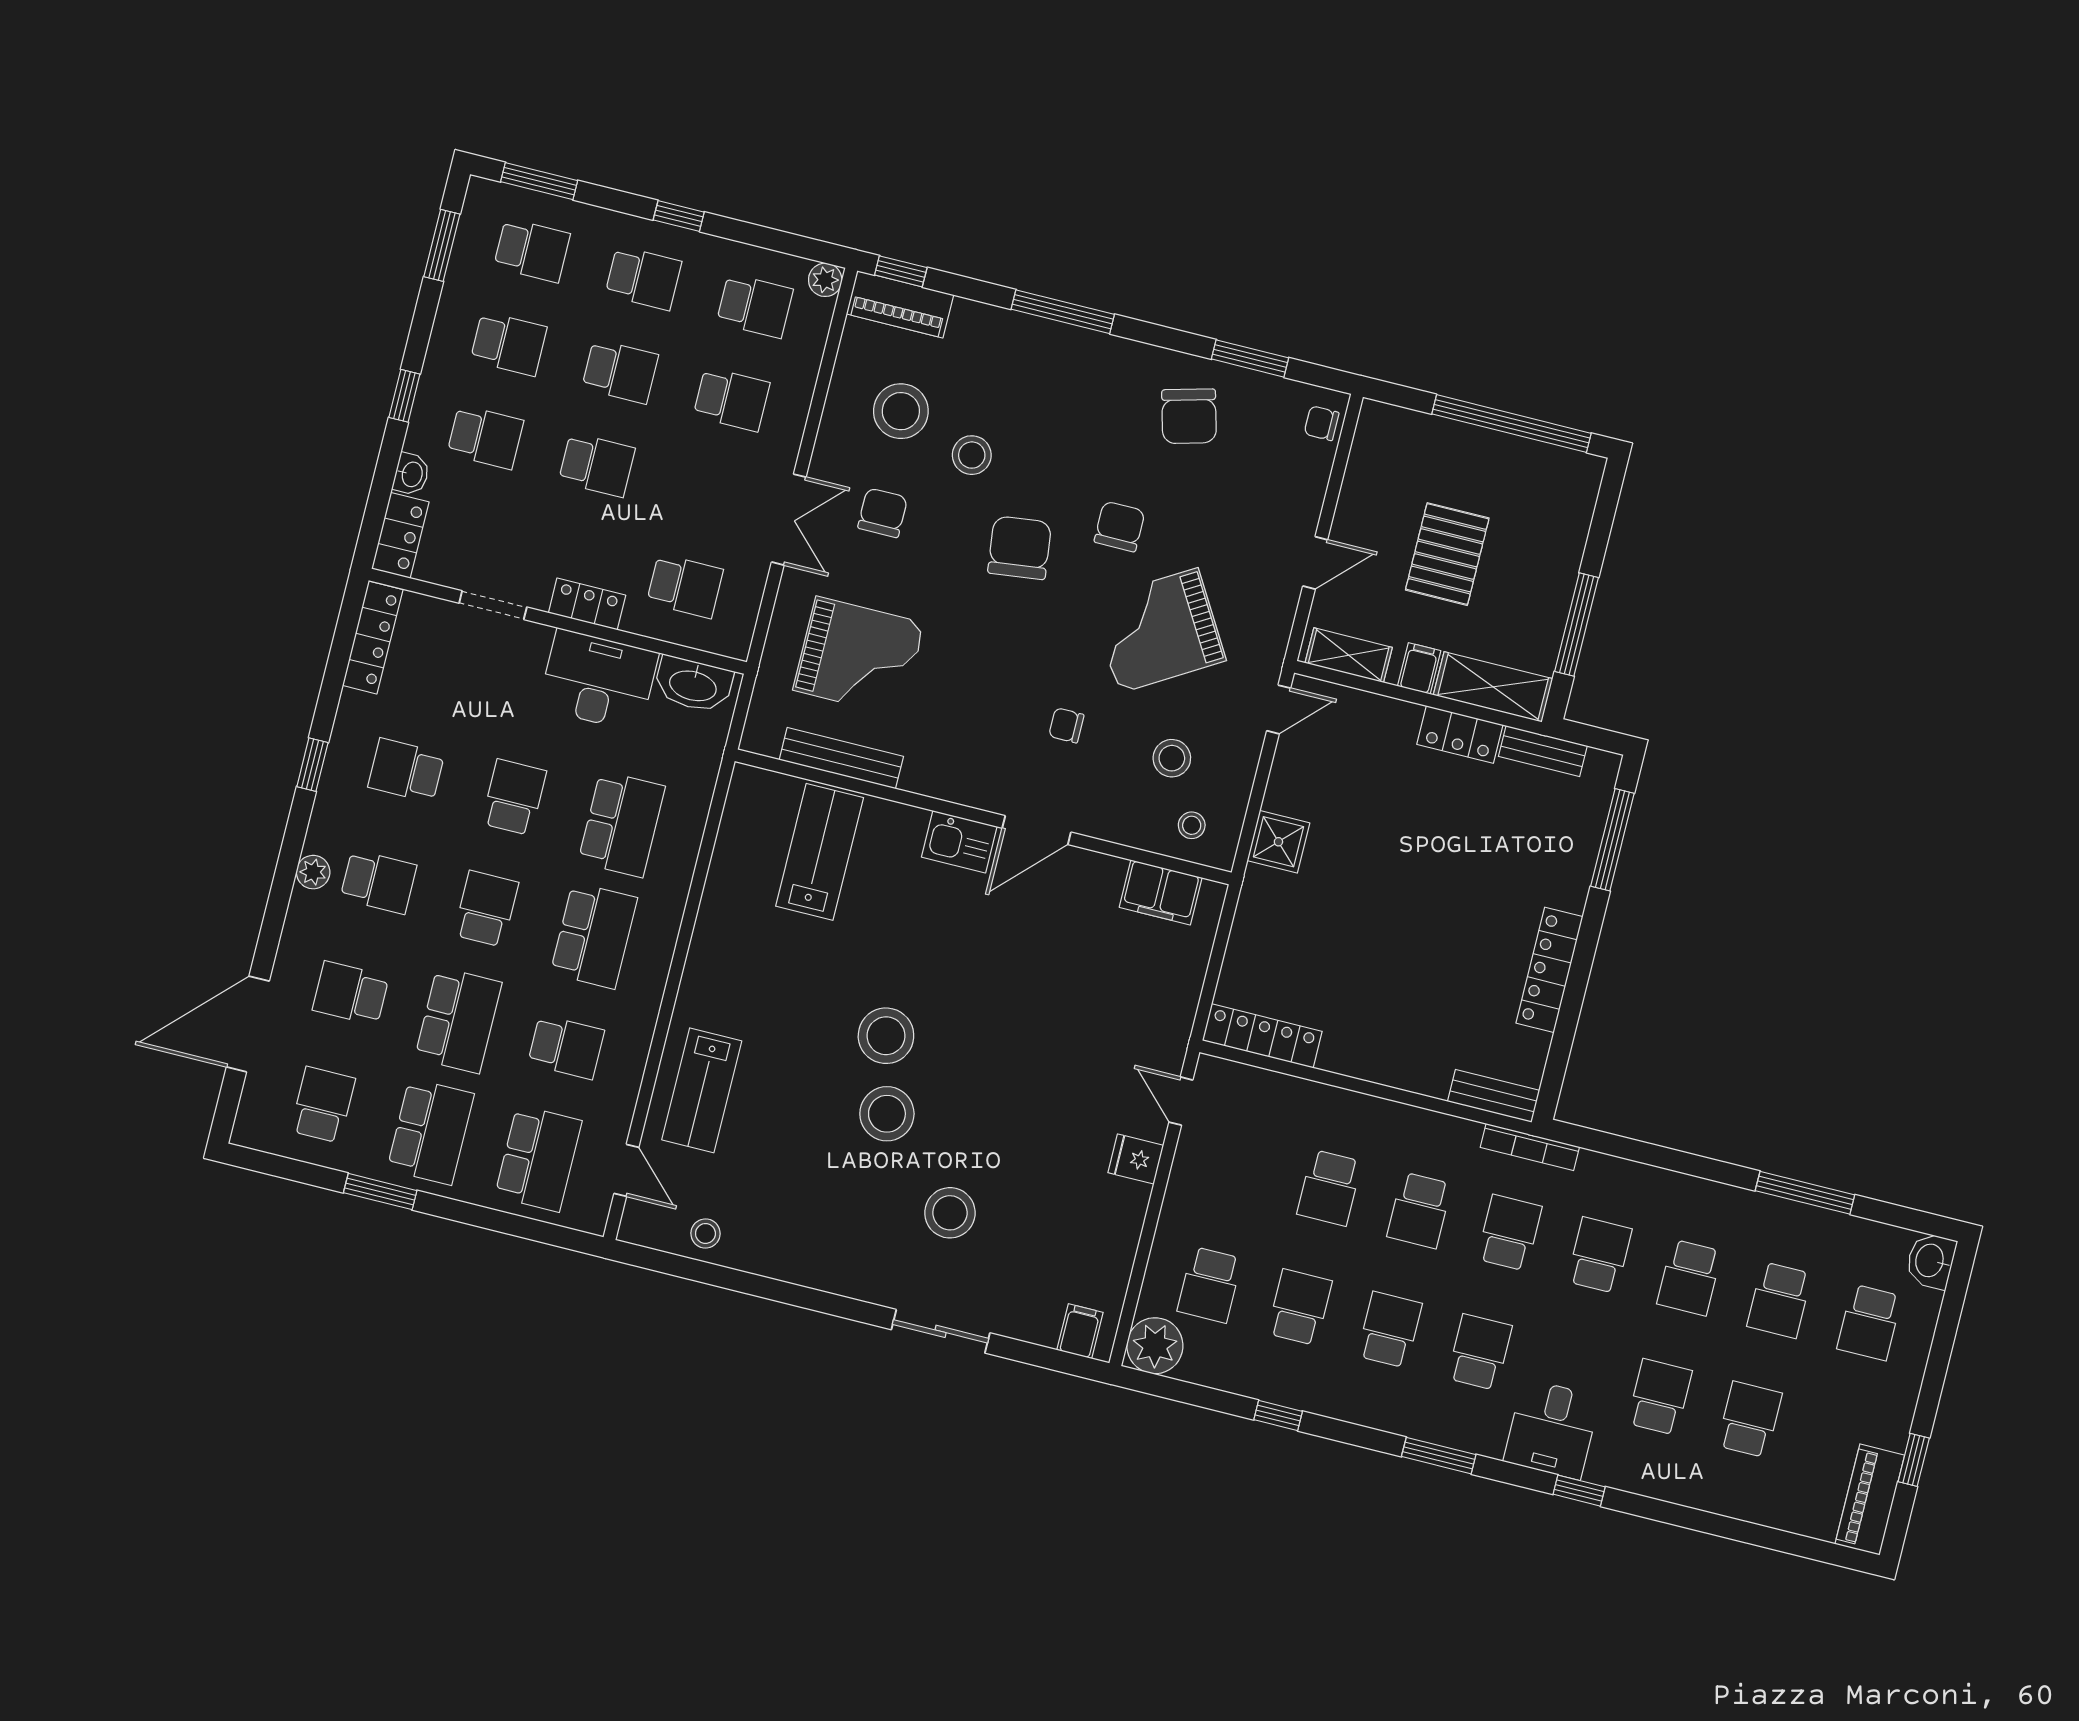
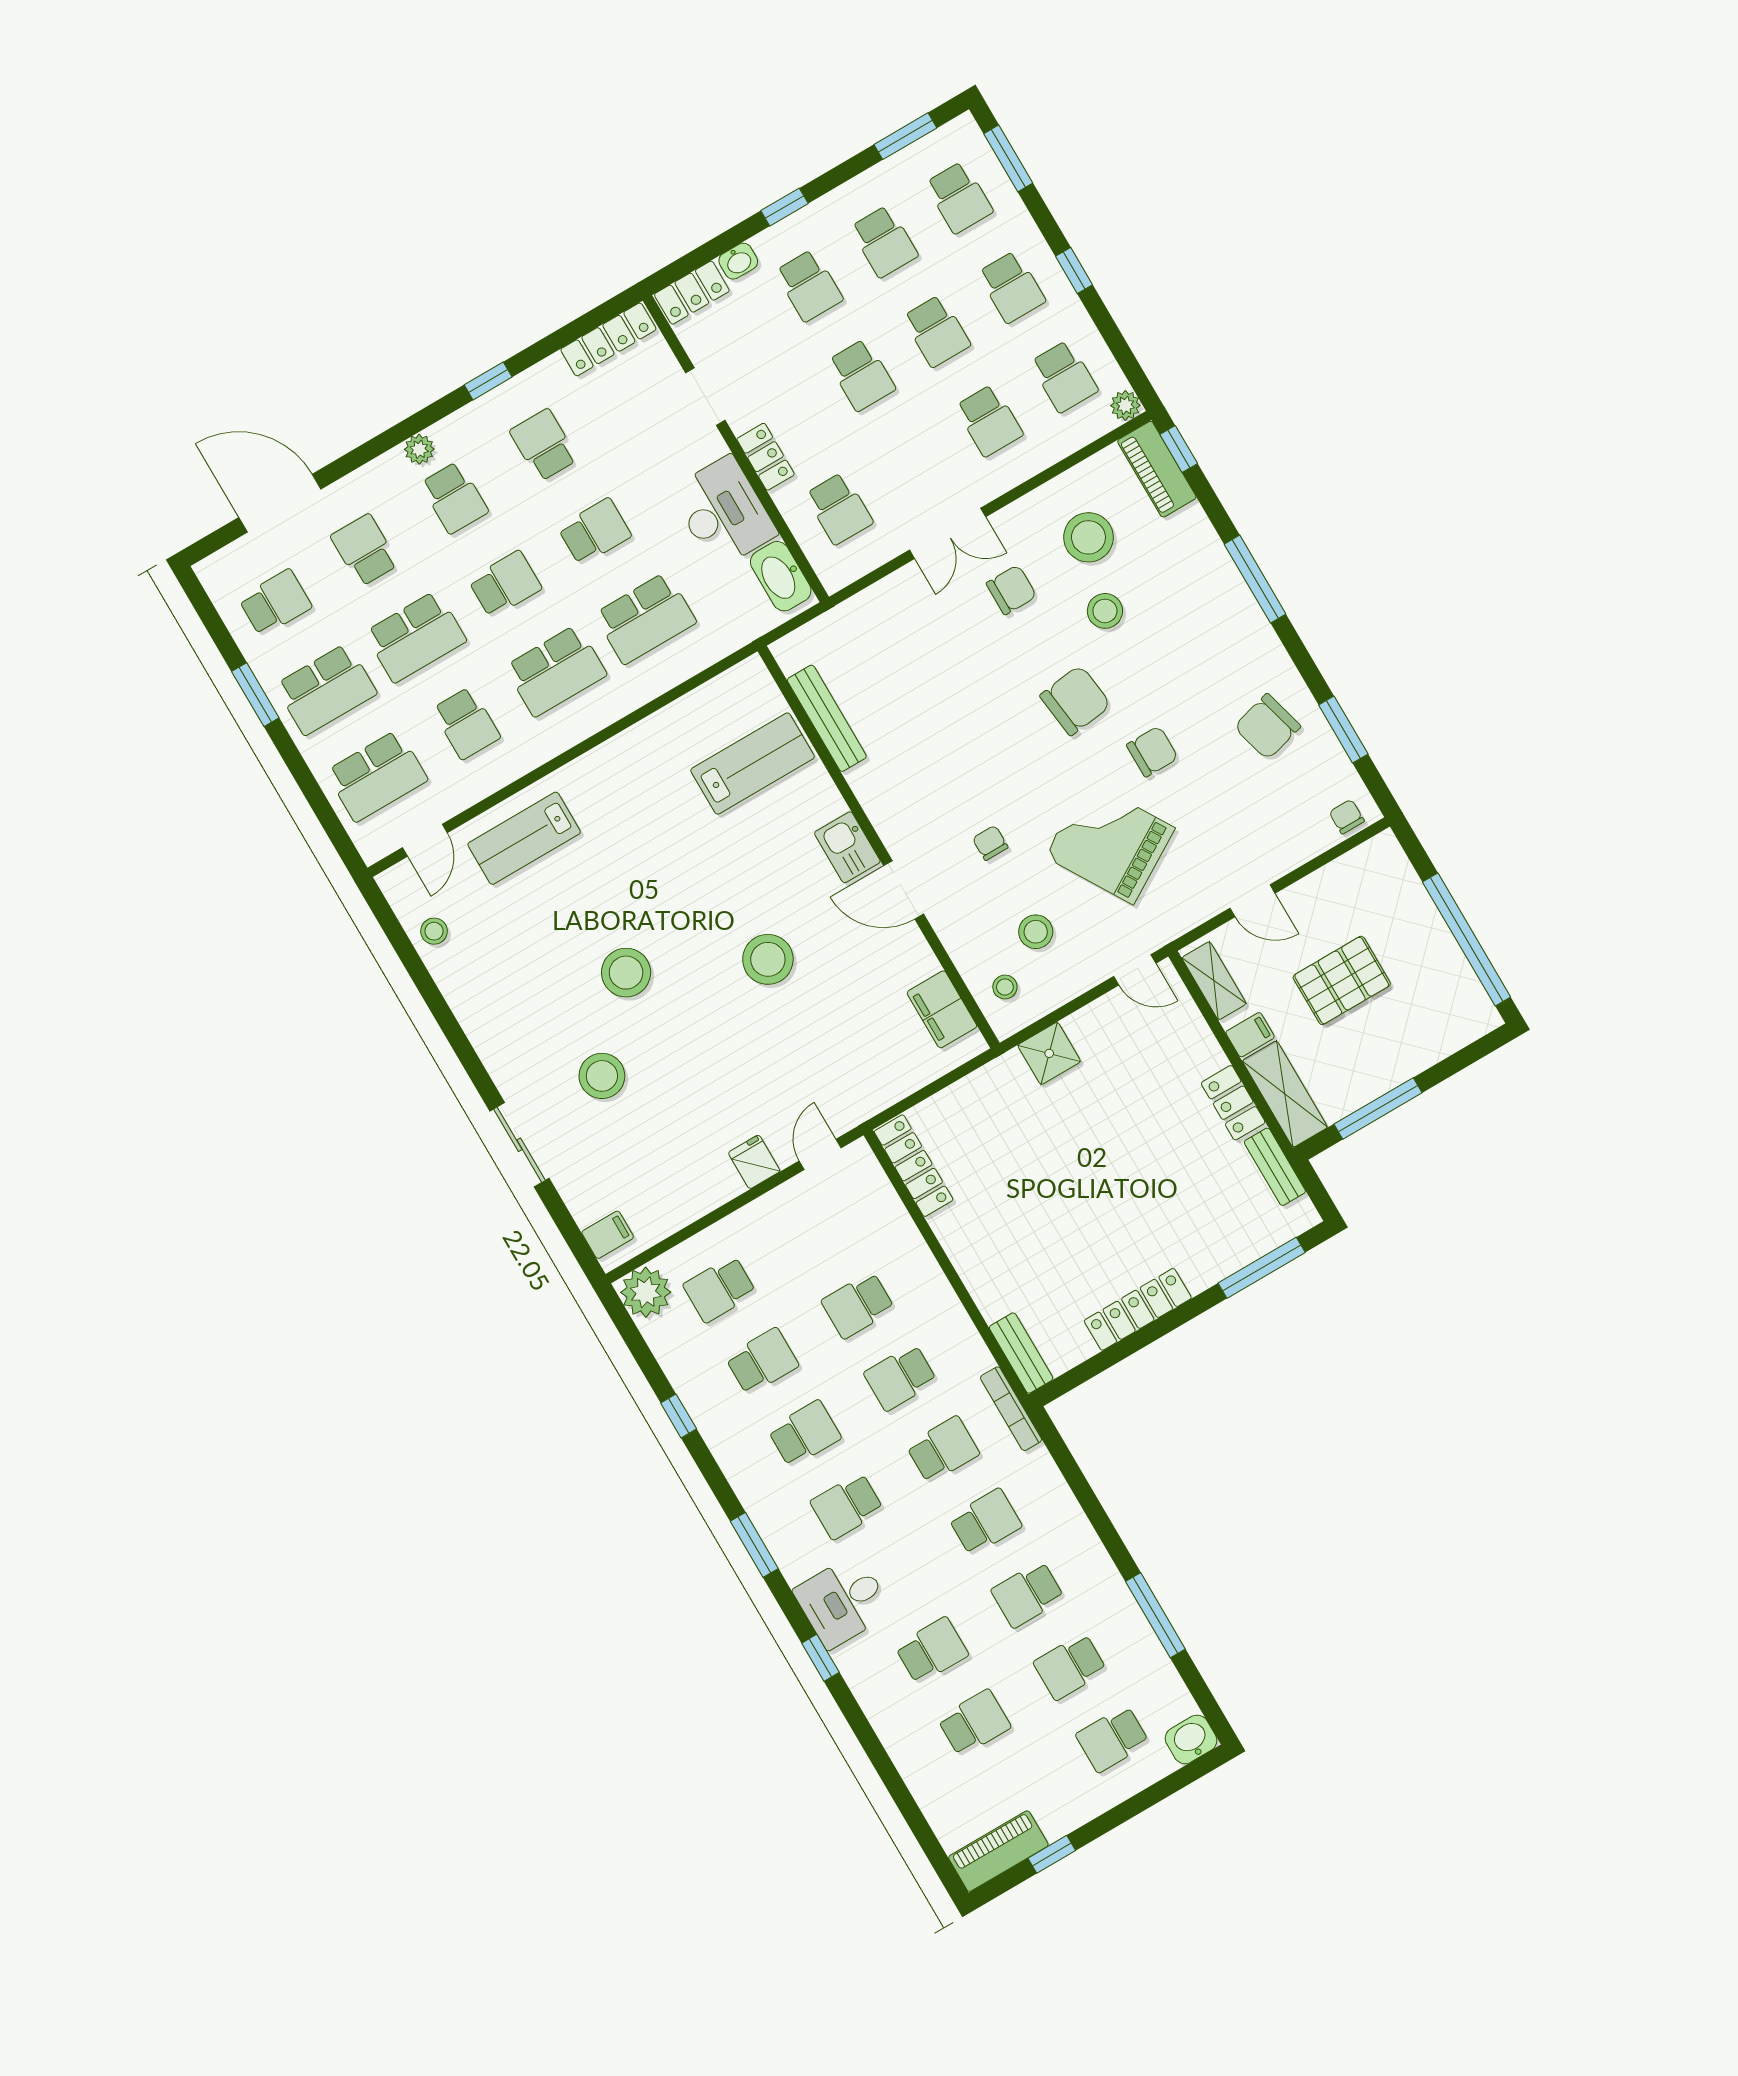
grand piano: (859, 657) -> (903, 665), removed
stool: (886, 1036) -> (768, 959), moved
school desk: (1480, 1352) -> (847, 1506), turned 180

